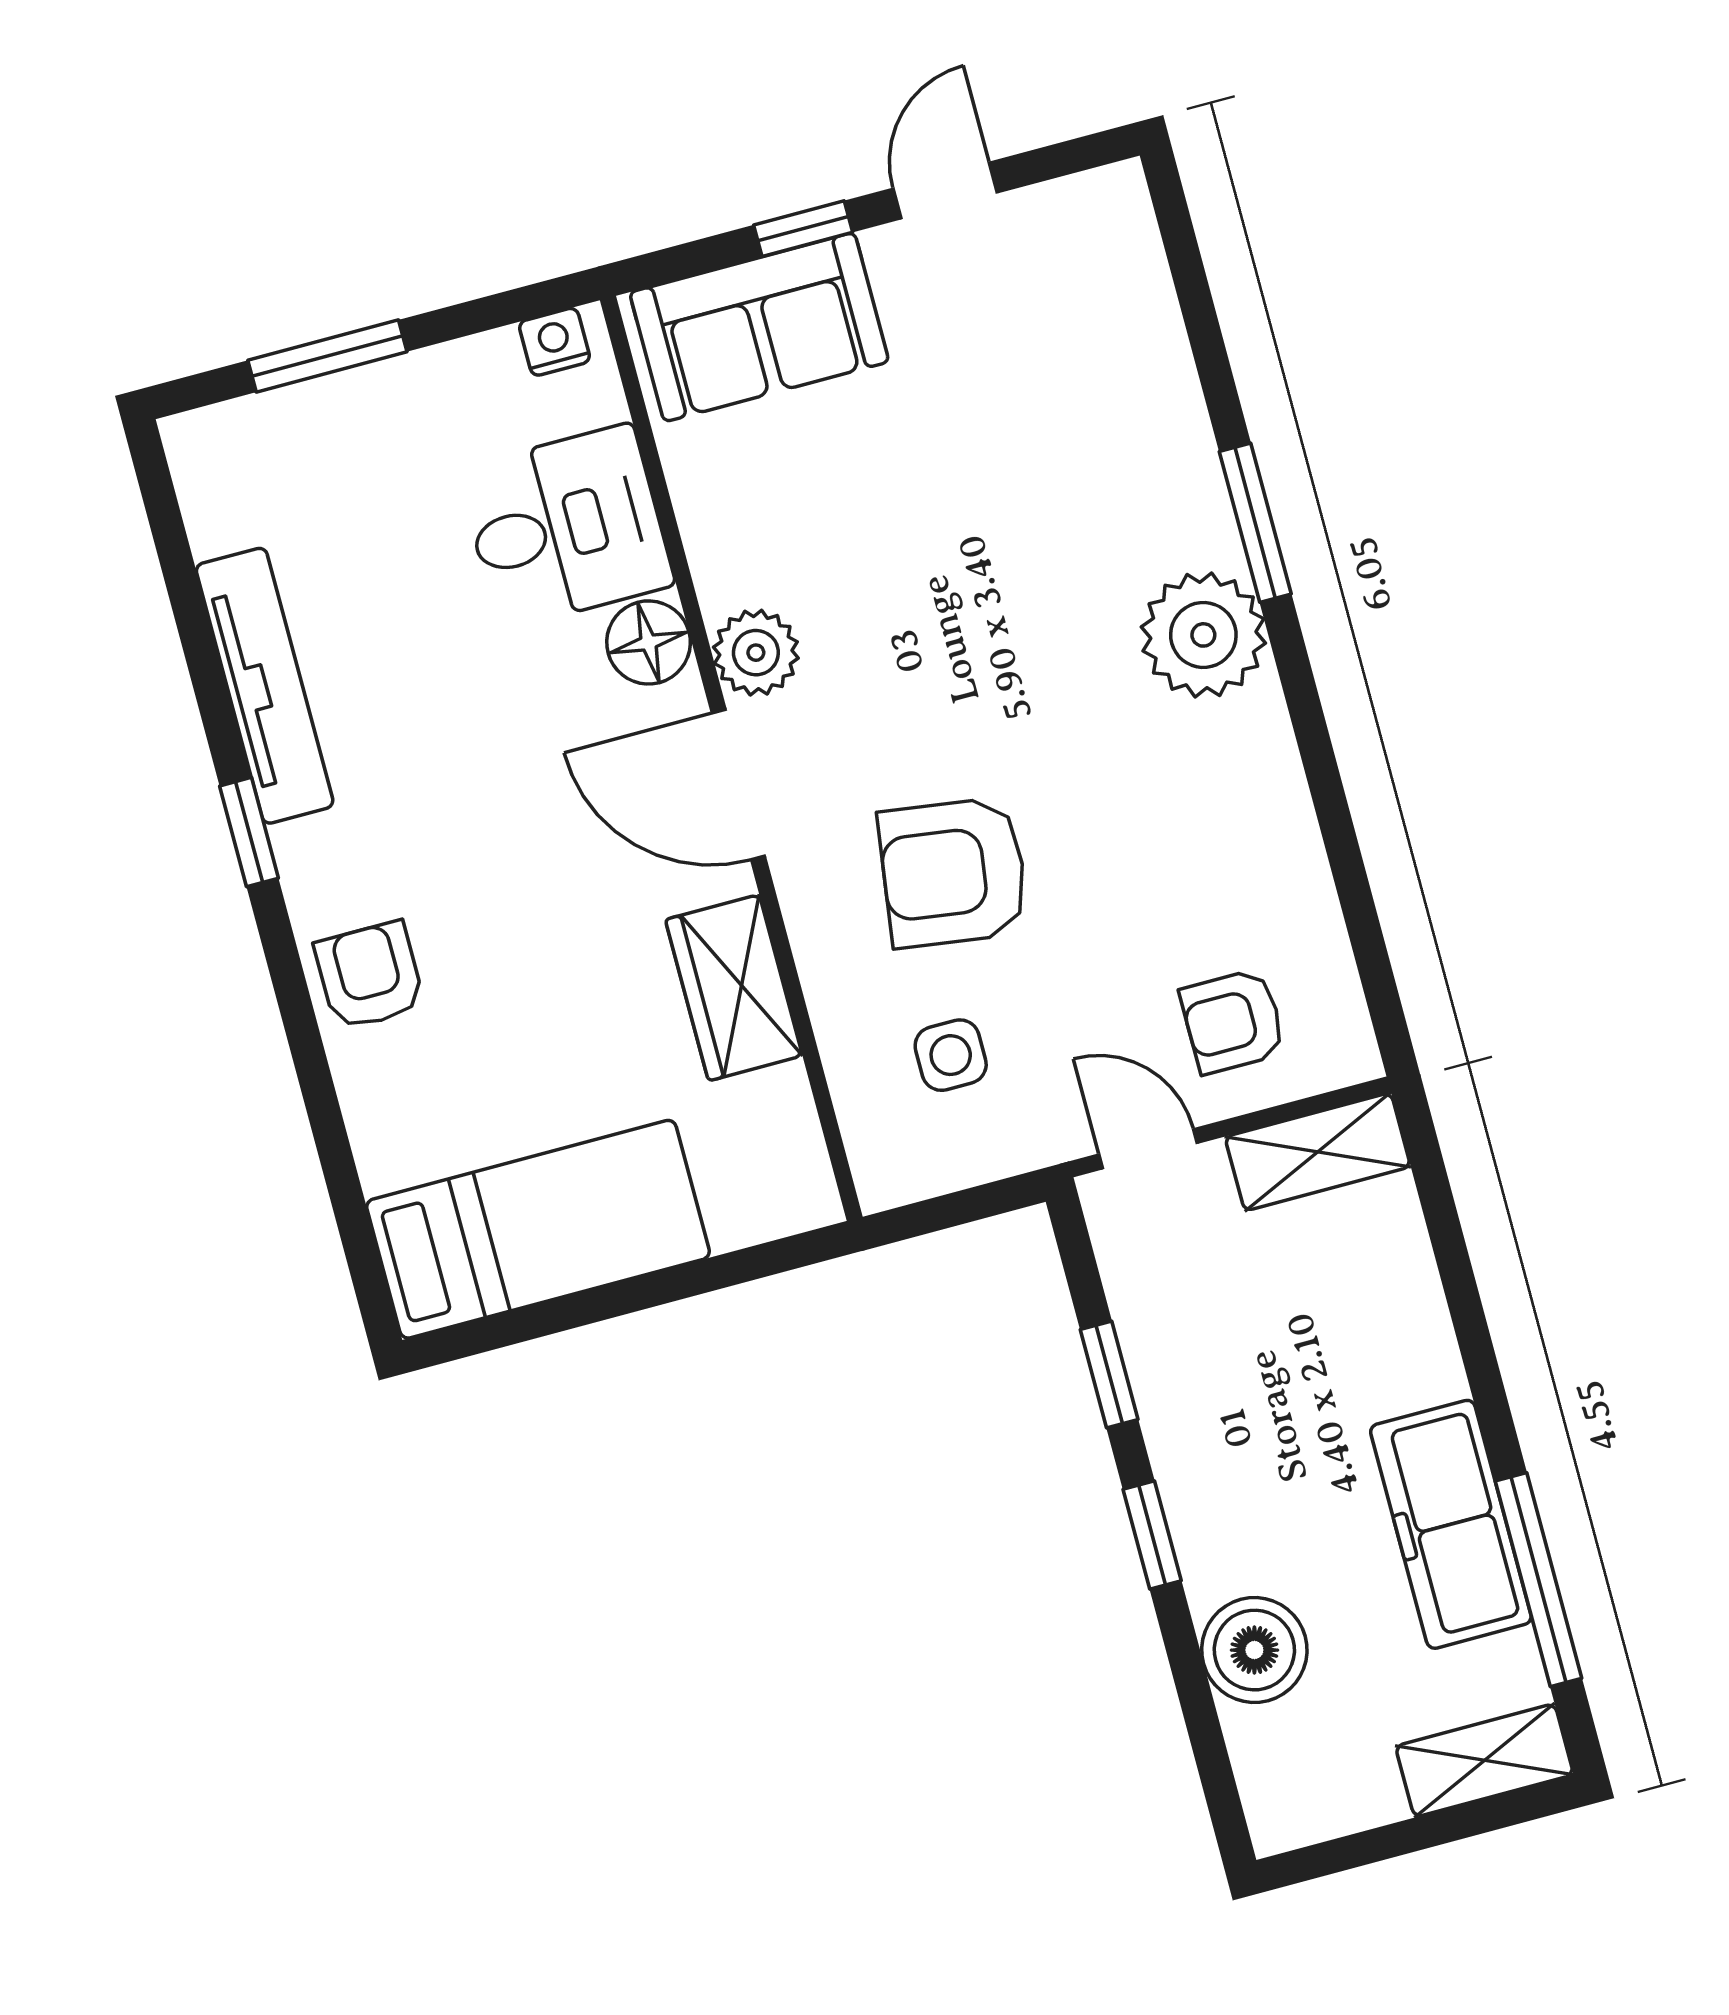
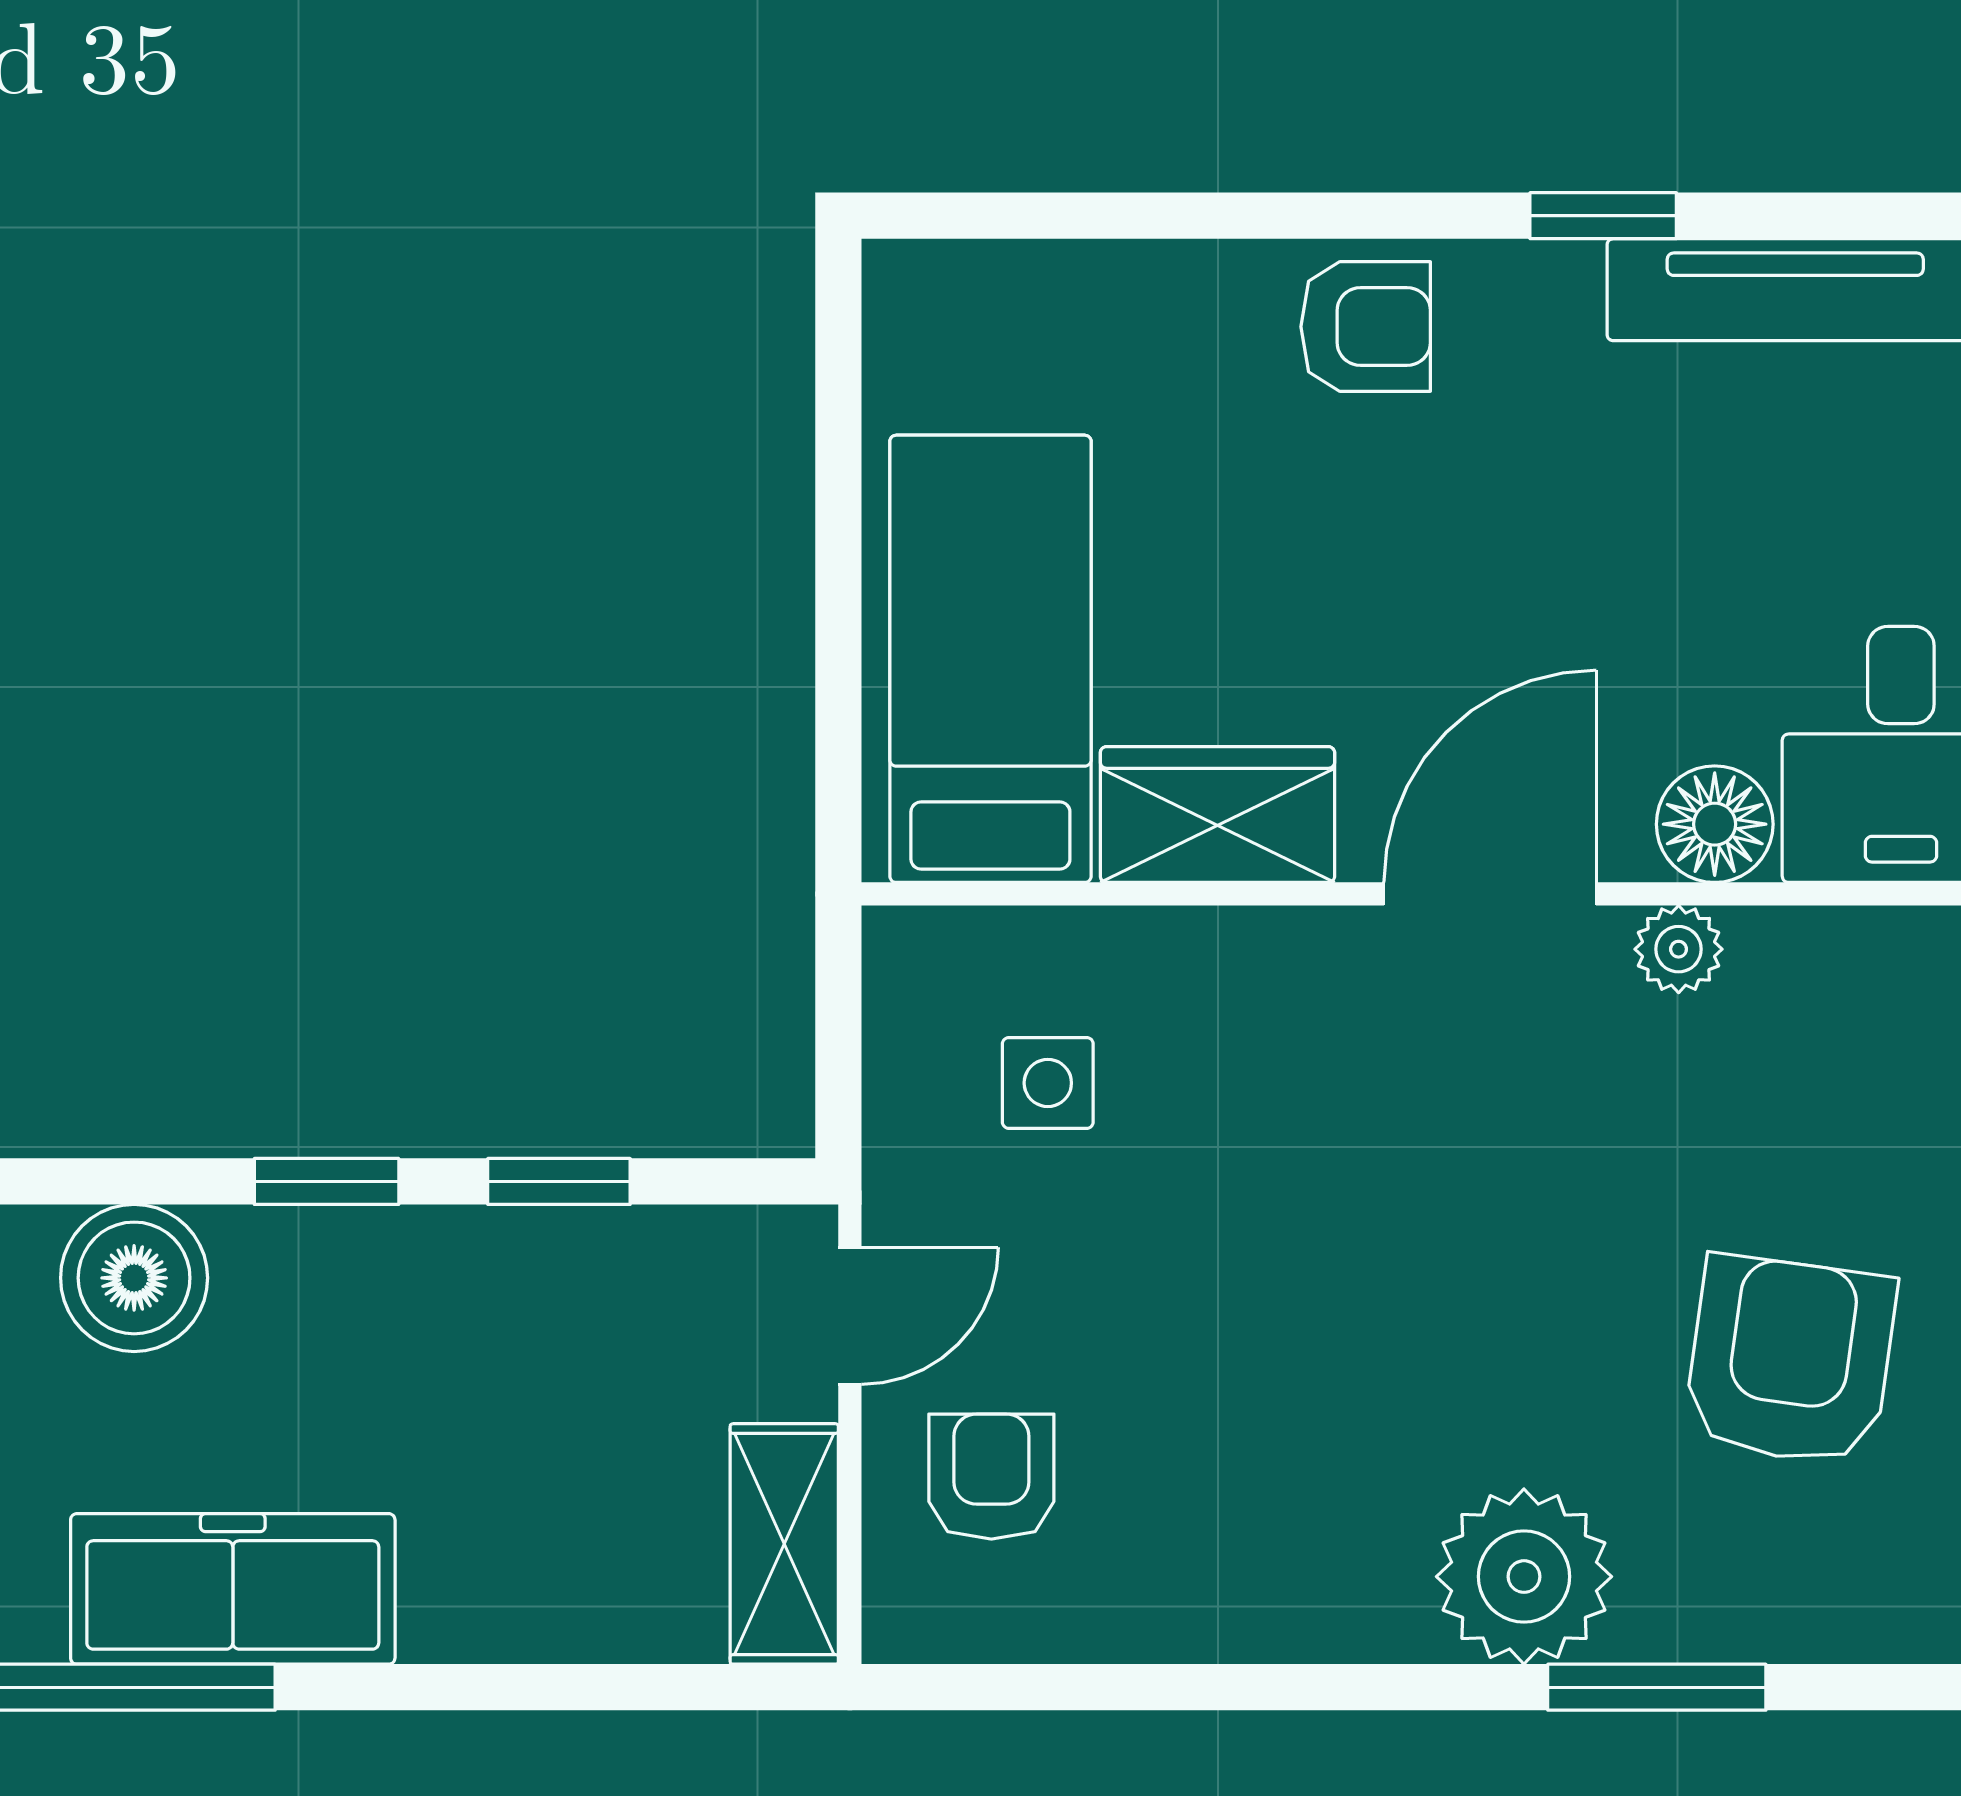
plant: (756, 653) -> (1679, 949), width x0.73, depth x0.73
armchair: (953, 872) -> (1790, 1360), moved
bed: (538, 1229) -> (990, 659), moved, turned 180

